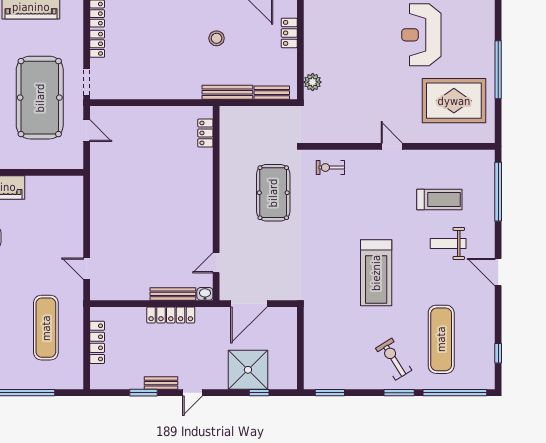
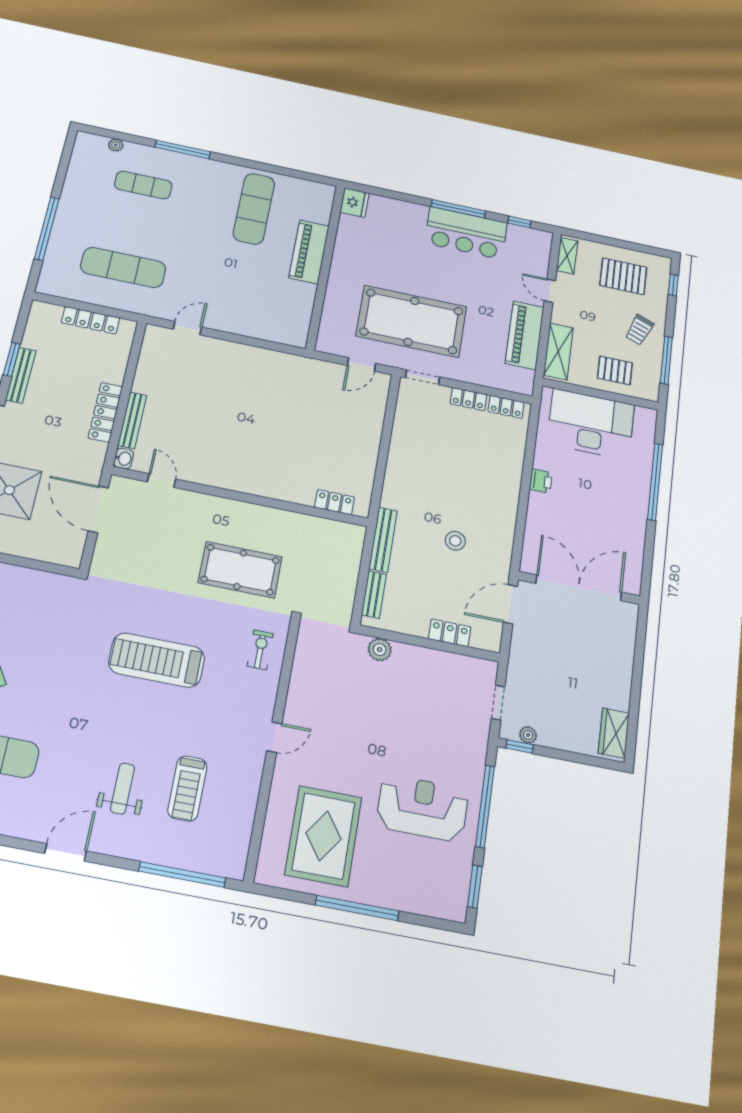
treadmill: (376, 273) -> (157, 660), moved
bench: (161, 383) -> (21, 375), width x1.36

